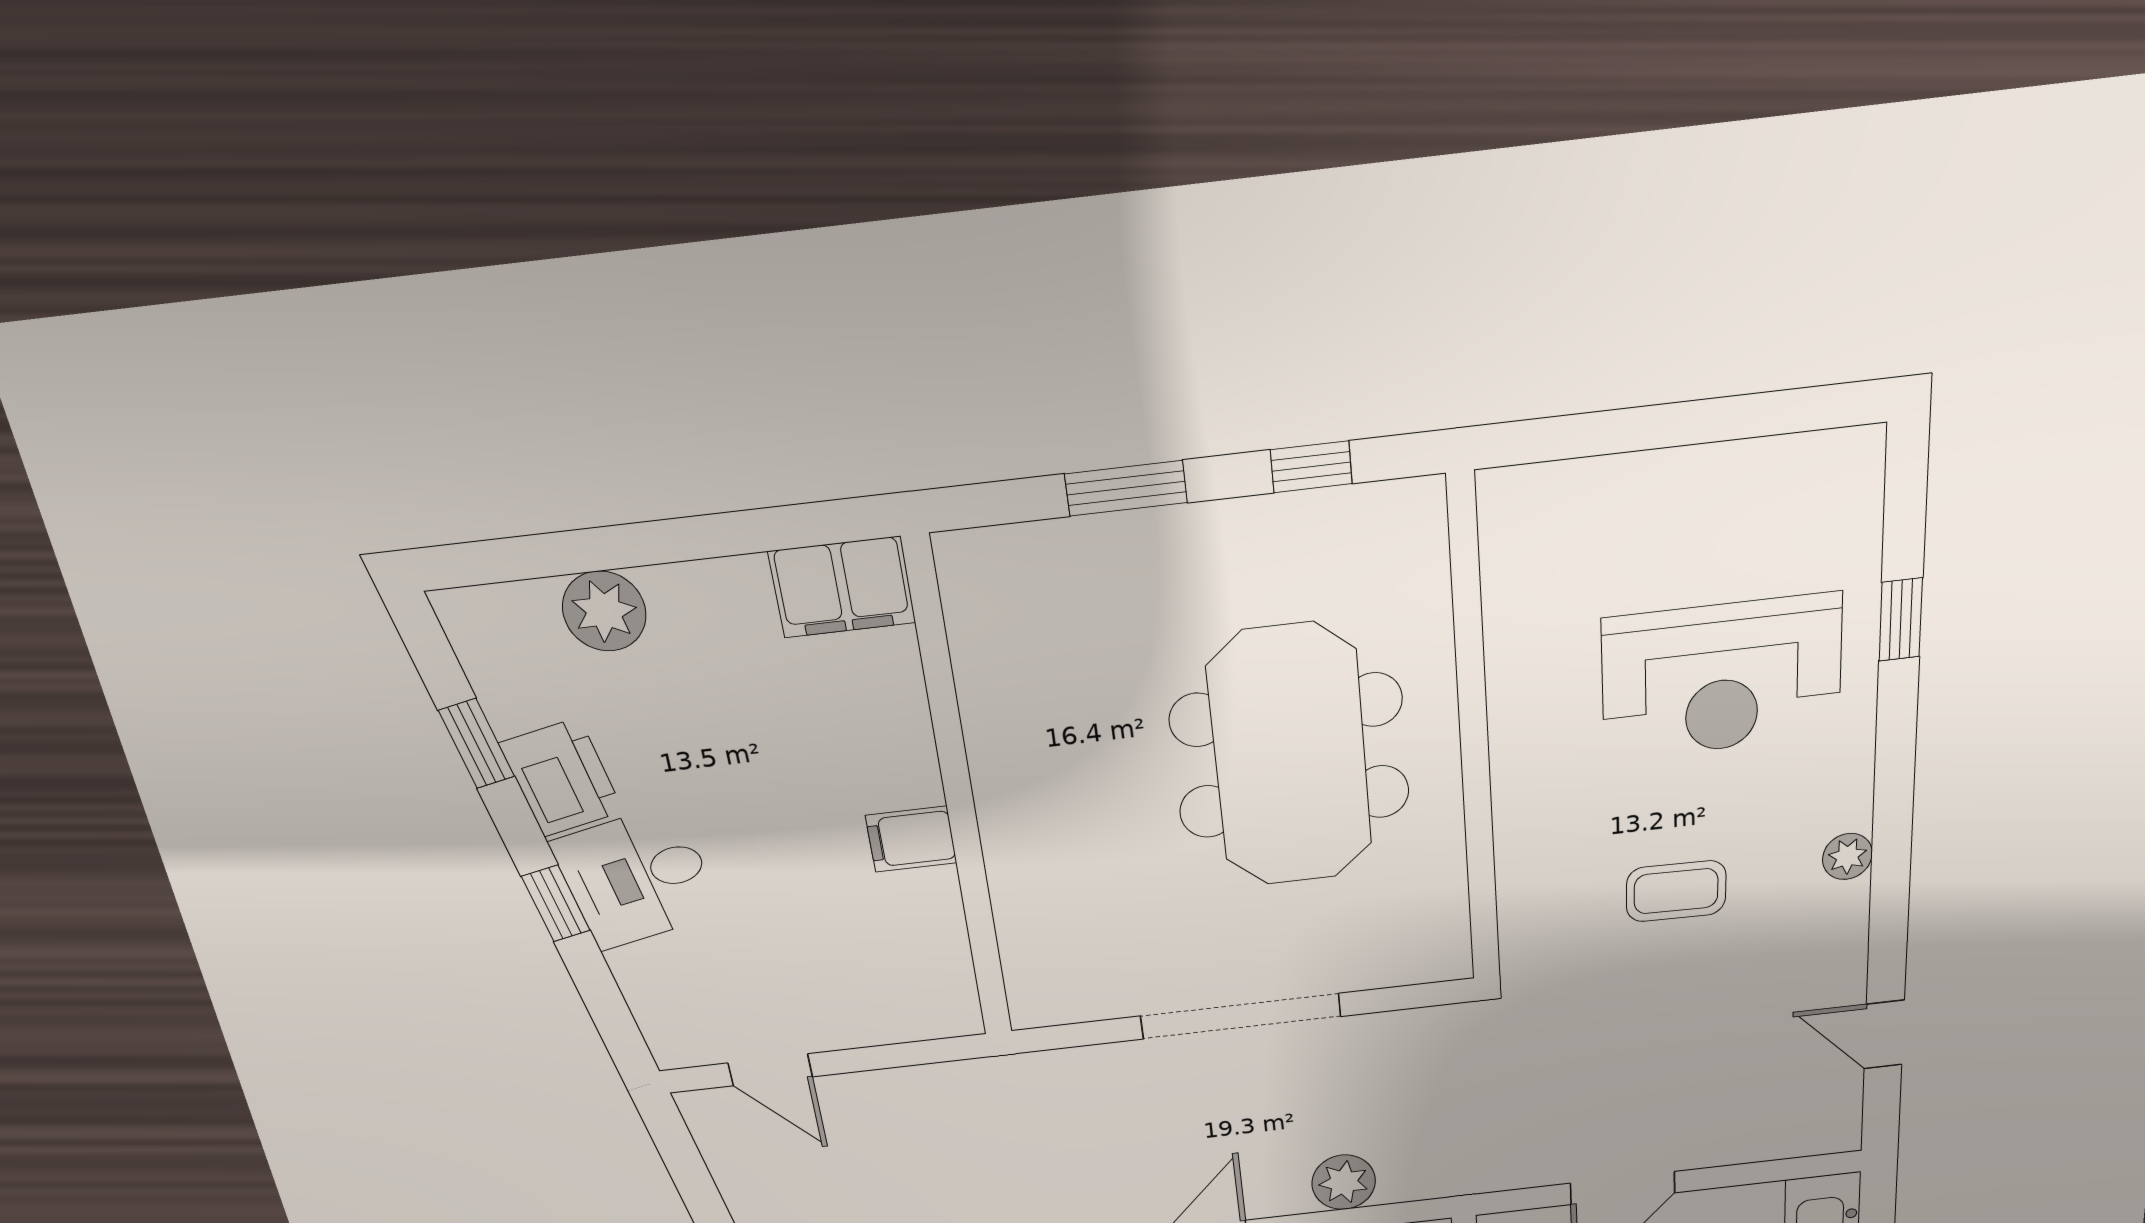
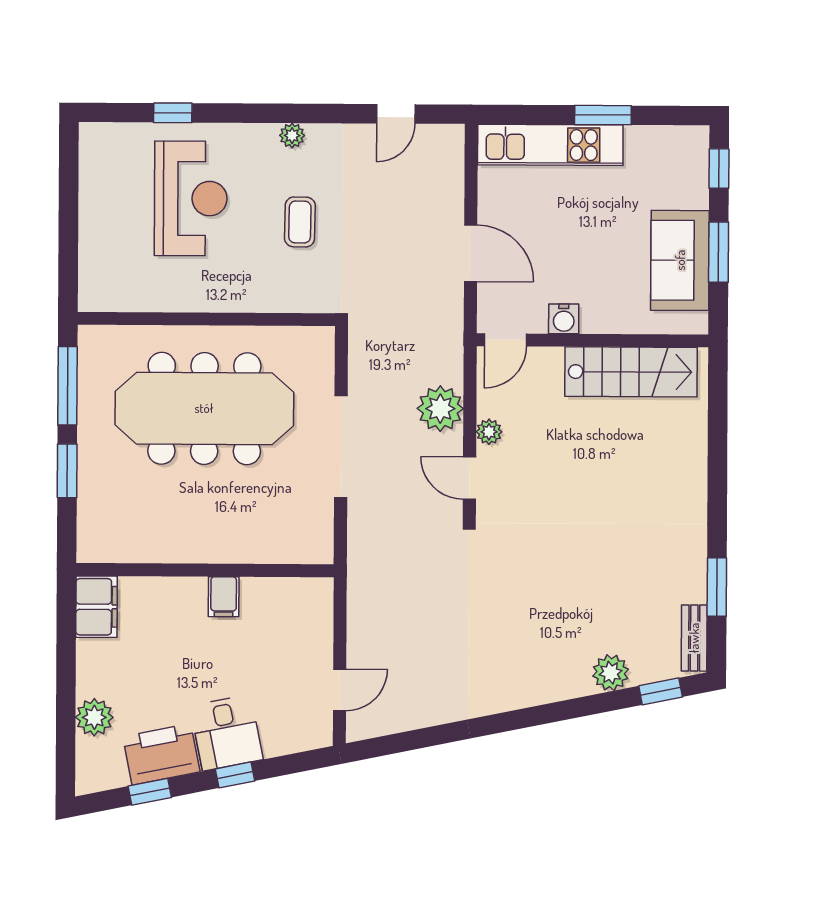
window: (1311, 467) -> (68, 386), width x2.17
meeting table: (1290, 756) -> (204, 408), width x1.36
printer: (561, 778) -> (161, 754), width x1.37, depth x1.19
plant: (1344, 1182) -> (440, 409), width x1.36, depth x1.36

